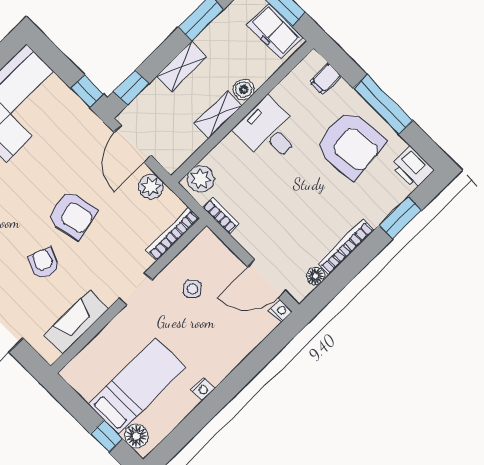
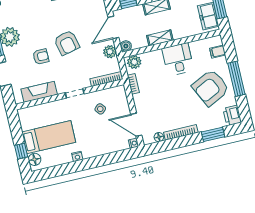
boiler: (244, 90) -> (126, 46), moved
armchair: (350, 144) -> (211, 88), turned 70
armchair: (44, 263) -> (41, 57), turned 70

